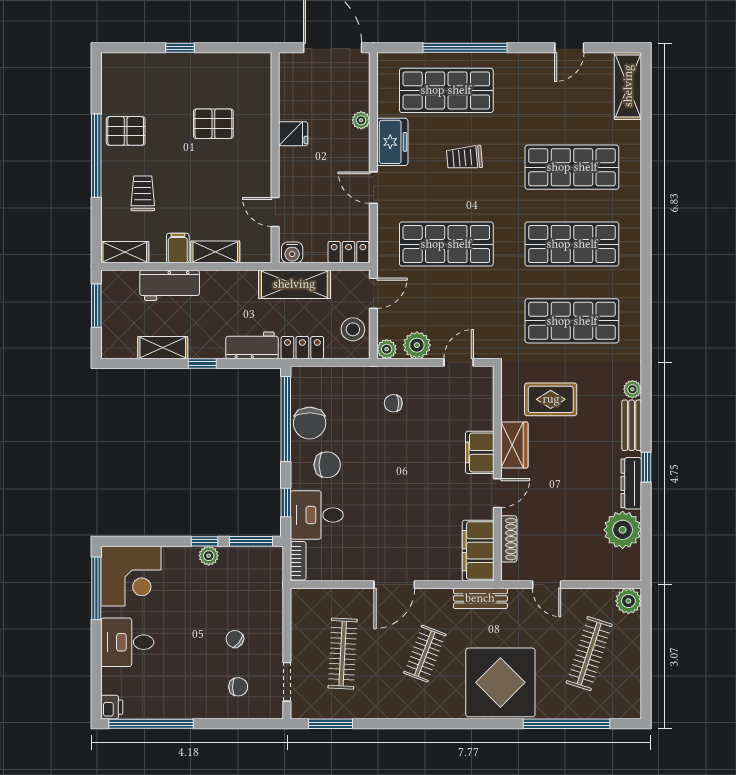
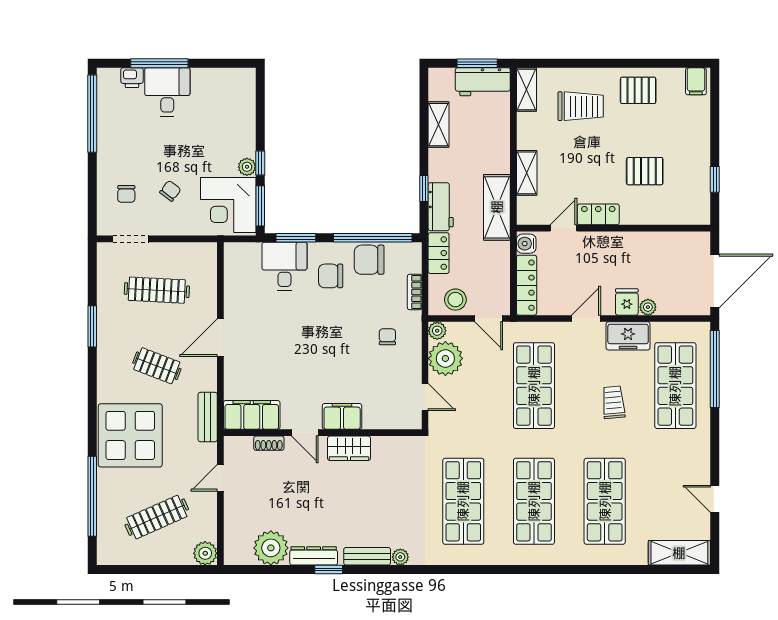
window: (180, 48) -> (715, 179), moved
window: (465, 48) -> (715, 369), moved
pallet: (213, 124) -> (645, 171), turned 90
pallet: (126, 131) -> (638, 90), turned 90
fridge: (293, 134) -> (627, 302), moved, turned 180
window: (96, 156) -> (615, 63), removed
locker: (260, 174) -> (598, 214), added
trolley: (143, 193) -> (581, 106), width x1.36, depth x1.39
filing cabinet: (178, 248) -> (696, 81), moved, turned 90
locker: (348, 252) -> (527, 285), width x1.53
shelving: (294, 284) -> (497, 207), moved
workbench: (170, 285) -> (483, 82), moved, turned -90
plant: (417, 345) -> (445, 358), width x1.36, depth x1.36
window: (202, 364) -> (424, 188), moved
rug: (551, 399) -> (391, 482), removed
chair: (327, 465) -> (331, 276), turned 90
window: (286, 503) -> (296, 238), width x1.50
shoe rack: (509, 539) -> (269, 443), width x0.70
bookcase: (298, 561) -> (415, 292), moved, turned 90
corner desk: (131, 576) -> (228, 205), moved
door: (394, 585) -> (220, 338), hinge flipped
window: (96, 588) -> (159, 63), moved
clothes rail: (589, 654) -> (157, 517), turned -42
printer: (112, 707) -> (132, 78), moved
window: (330, 724) -> (92, 326), moved

